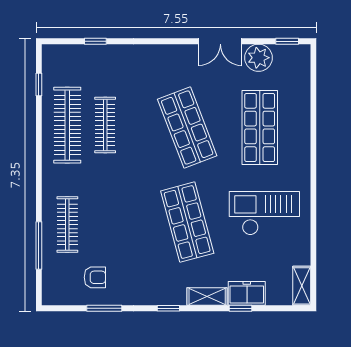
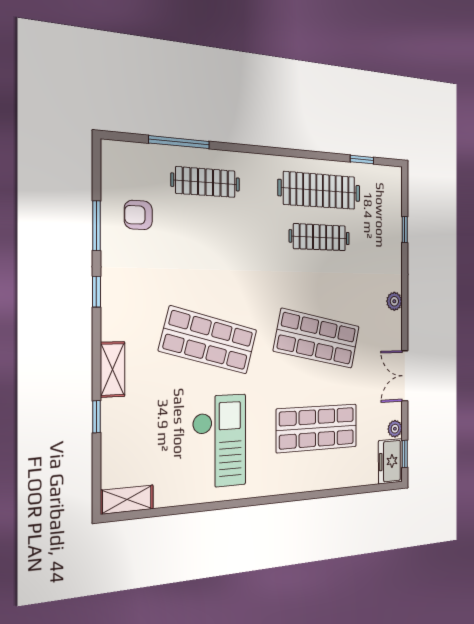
plant: (157, 52) -> (394, 301), added
plant: (259, 58) -> (395, 429), width x0.53, depth x0.53
shop shelf: (187, 127) -> (317, 338), turned 33
shop shelf: (187, 222) -> (209, 340), turned 30
armchair: (95, 277) -> (138, 215), turned 90
freezer: (247, 293) -> (390, 461), moved, turned 180
window: (168, 308) -> (96, 292), moved

